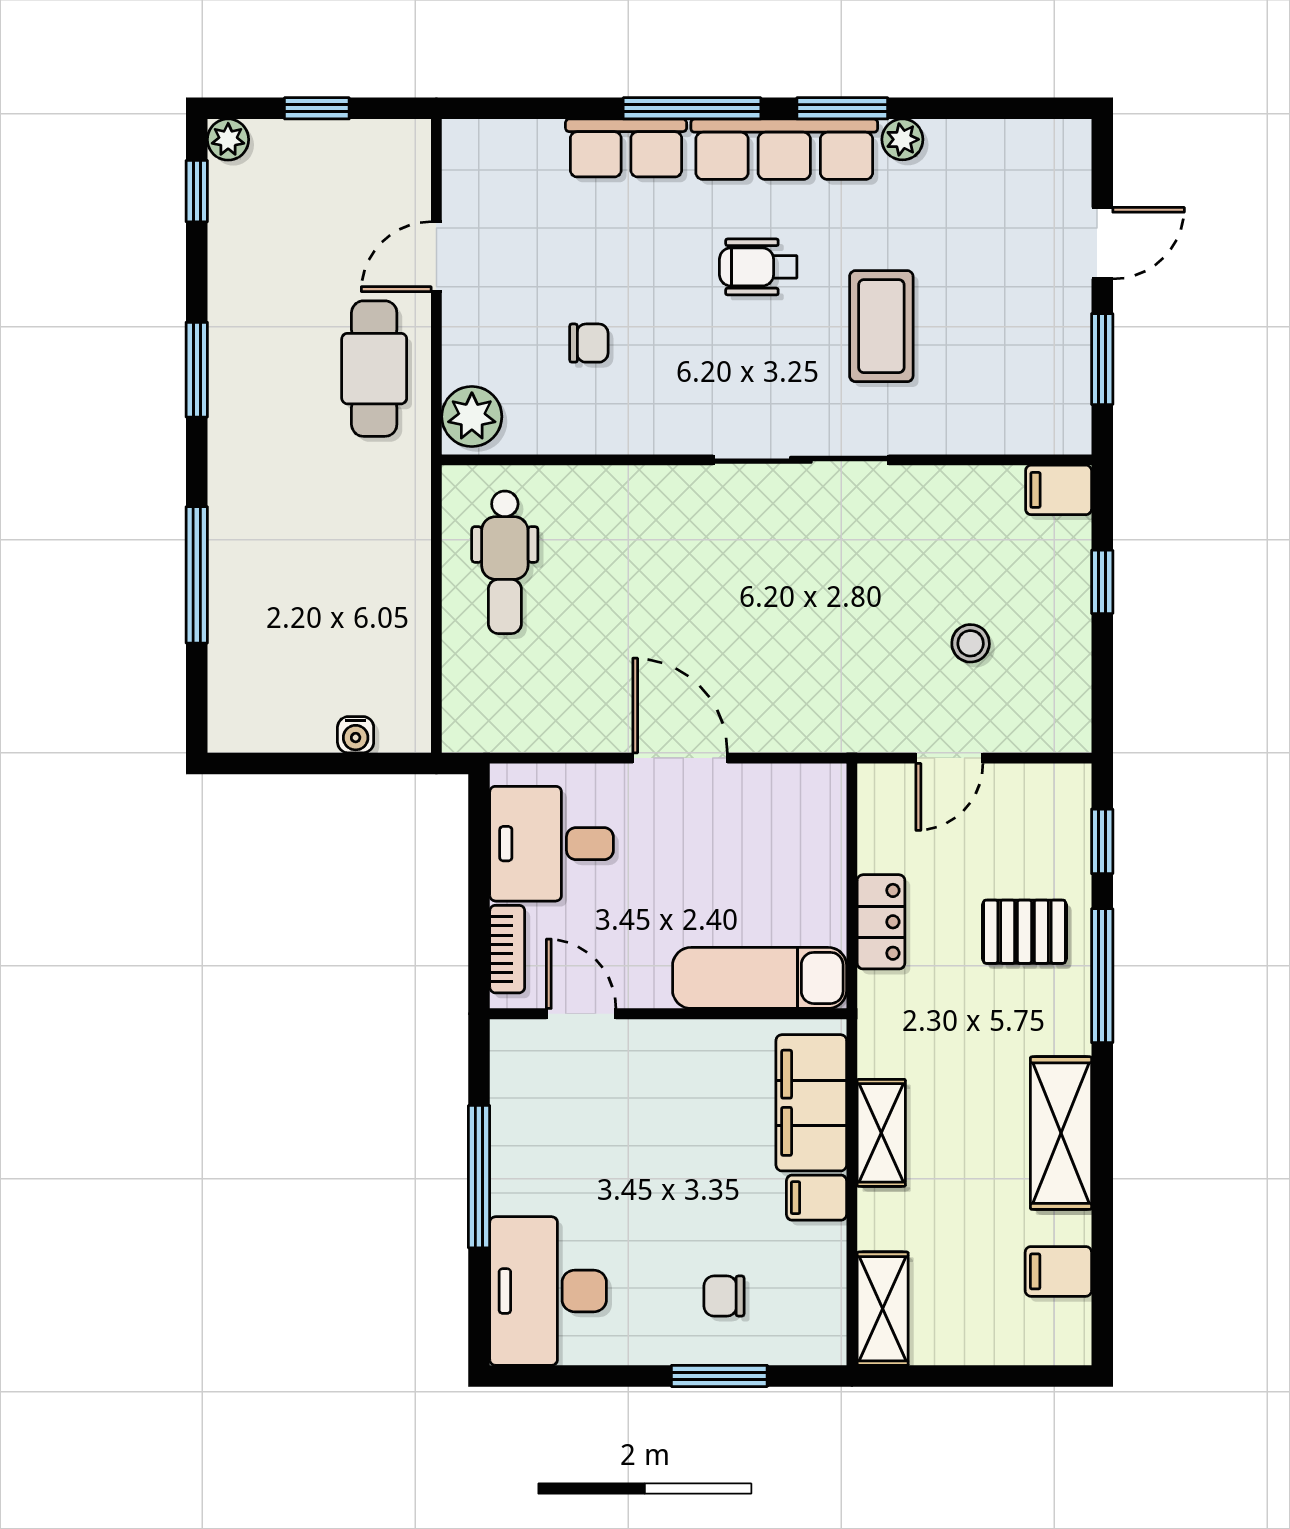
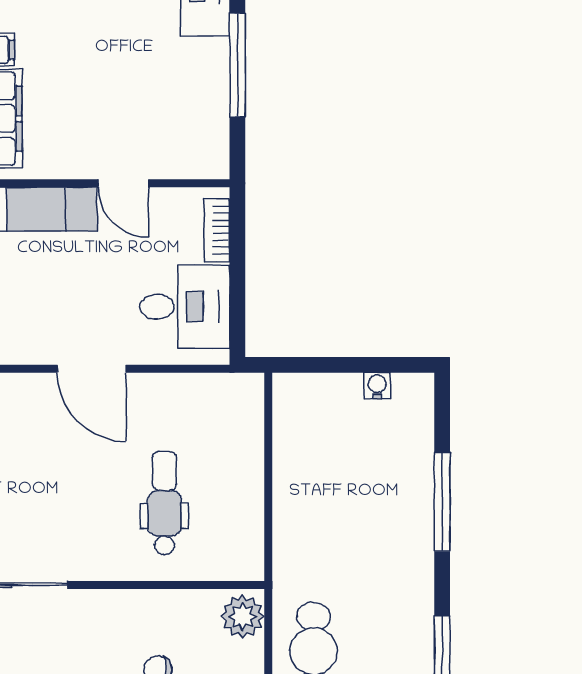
dental chair: (505, 562) -> (164, 503), moved
water cooler: (356, 735) -> (377, 386), moved
door: (581, 1014) -> (123, 183), moved

